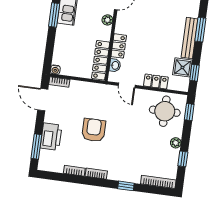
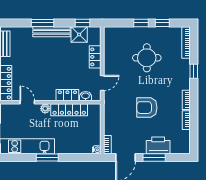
locker: (101, 60) -> (69, 110), moved
round table: (165, 111) -> (147, 58), moved
window: (189, 112) -> (141, 23), moved
plant: (176, 143) -> (148, 31), removed
window: (36, 146) -> (154, 158), moved

